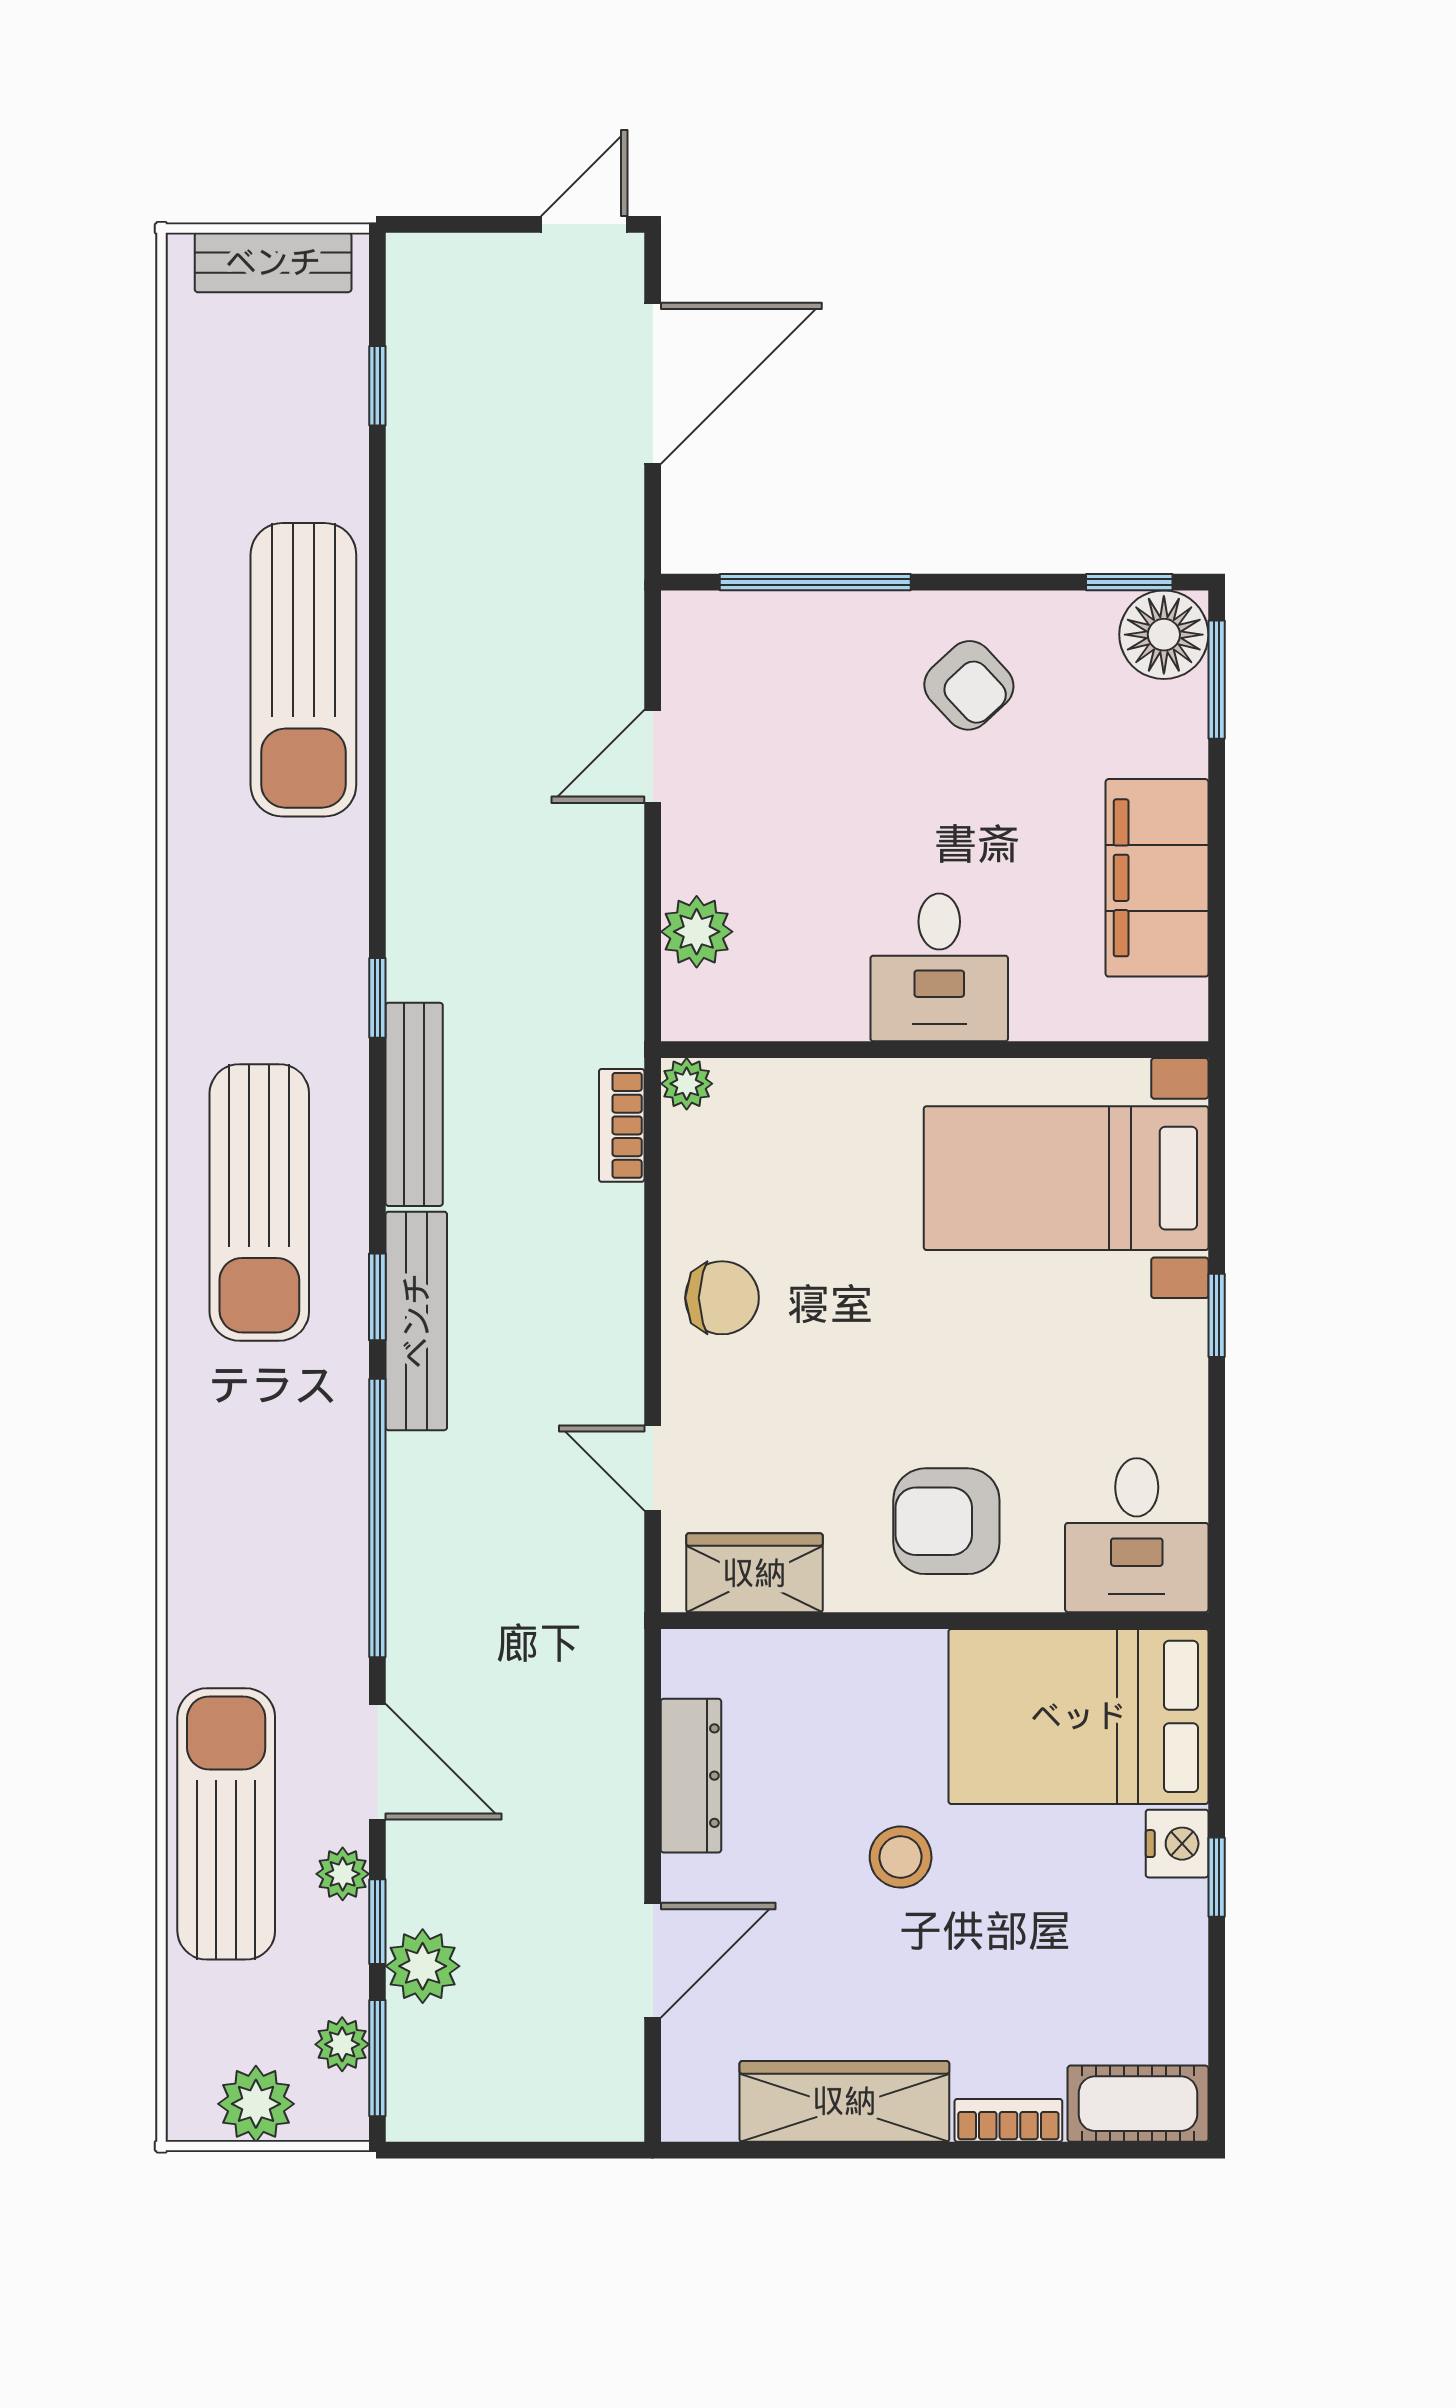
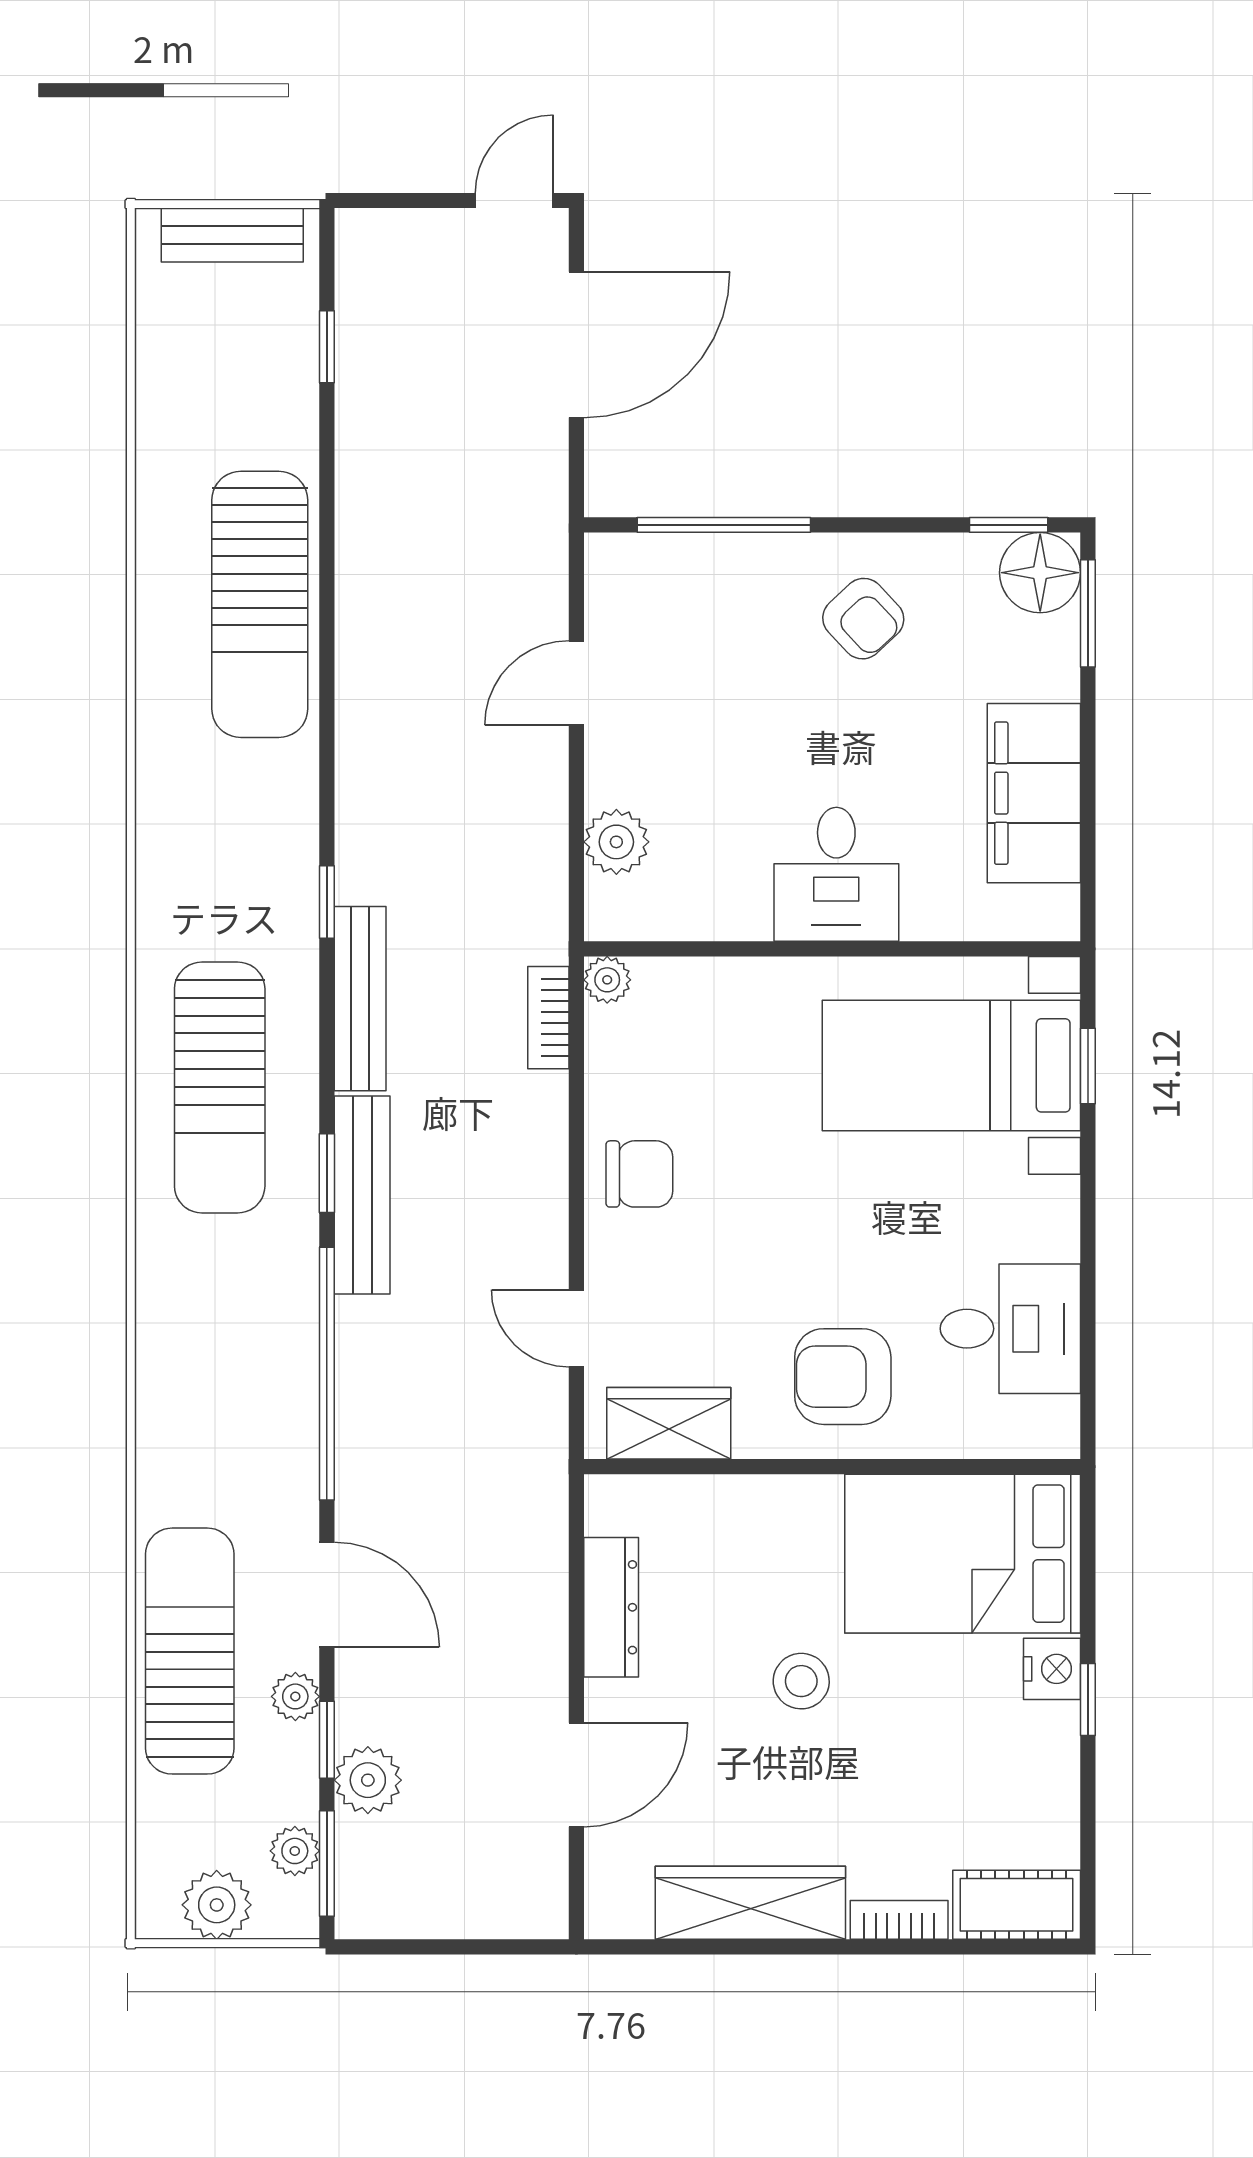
window: (1217, 1315) -> (1088, 1066), moved
desk: (1137, 1535) -> (1010, 1329), moved, turned -90

